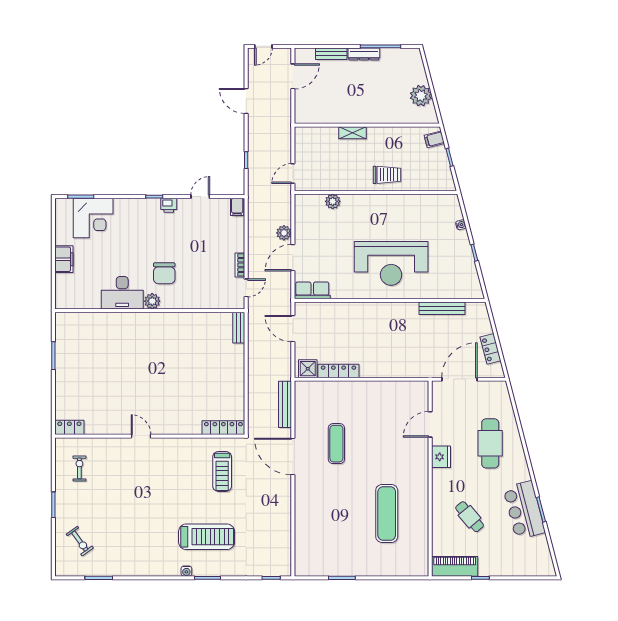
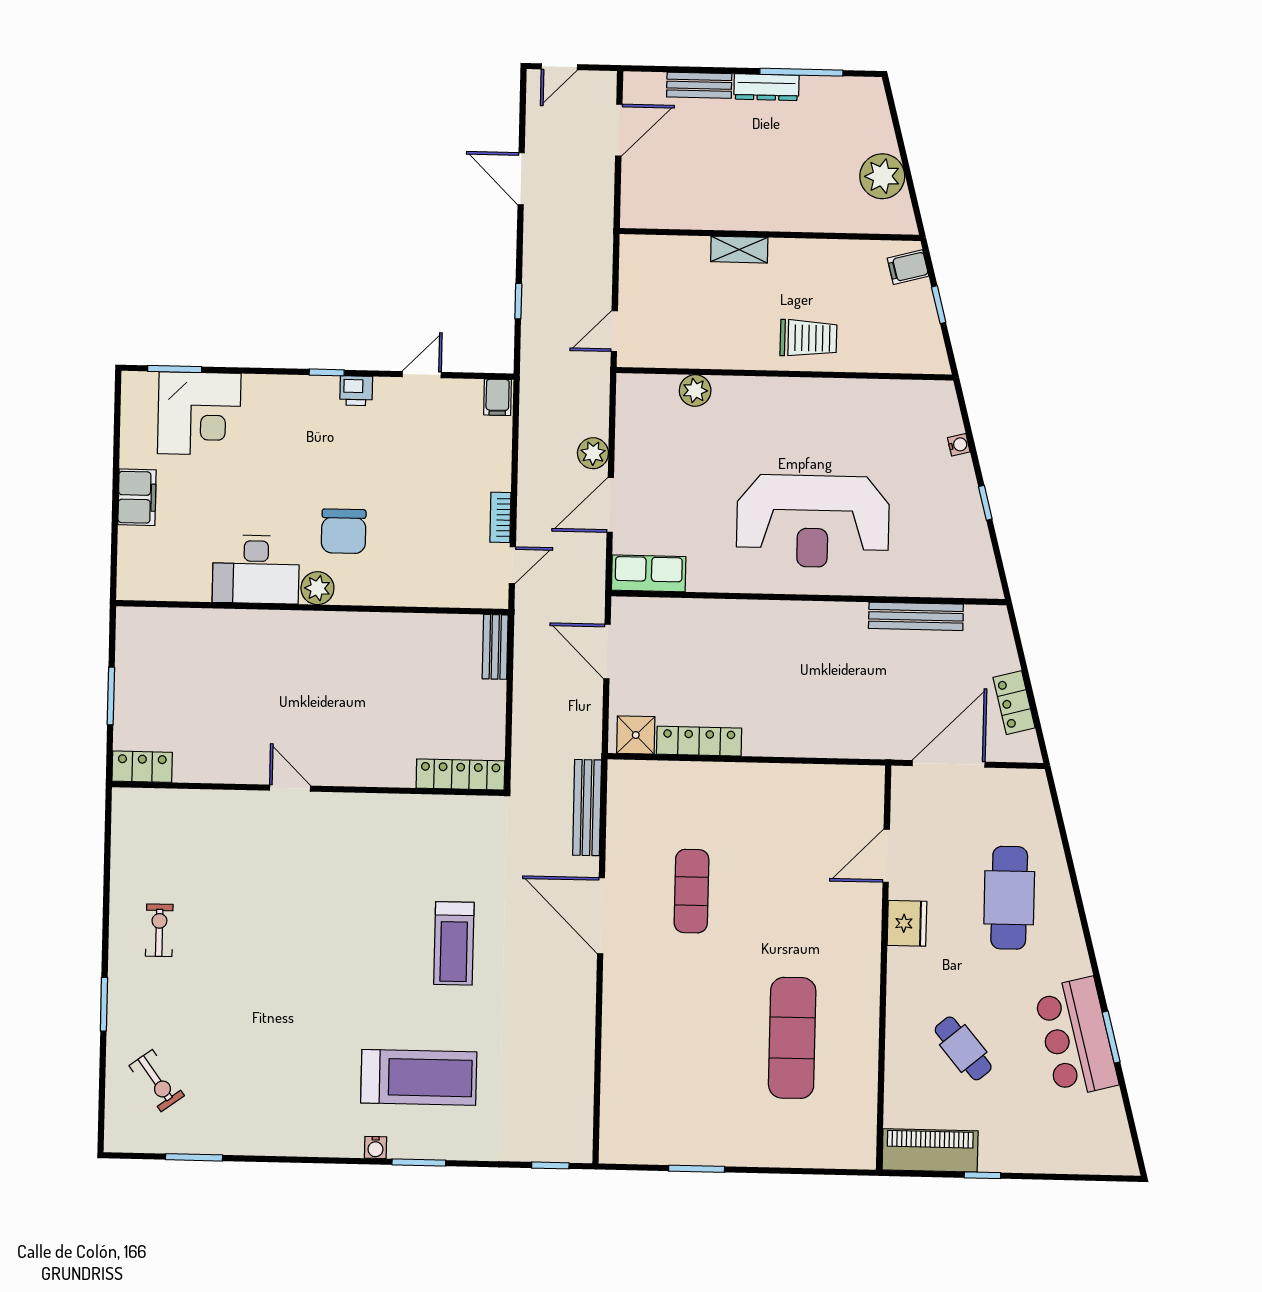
locker: (69, 427) -> (142, 767), moved
locker: (223, 428) -> (460, 774), moved
door: (141, 436) -> (290, 788), moved
wall: (150, 436) -> (308, 789), moved

